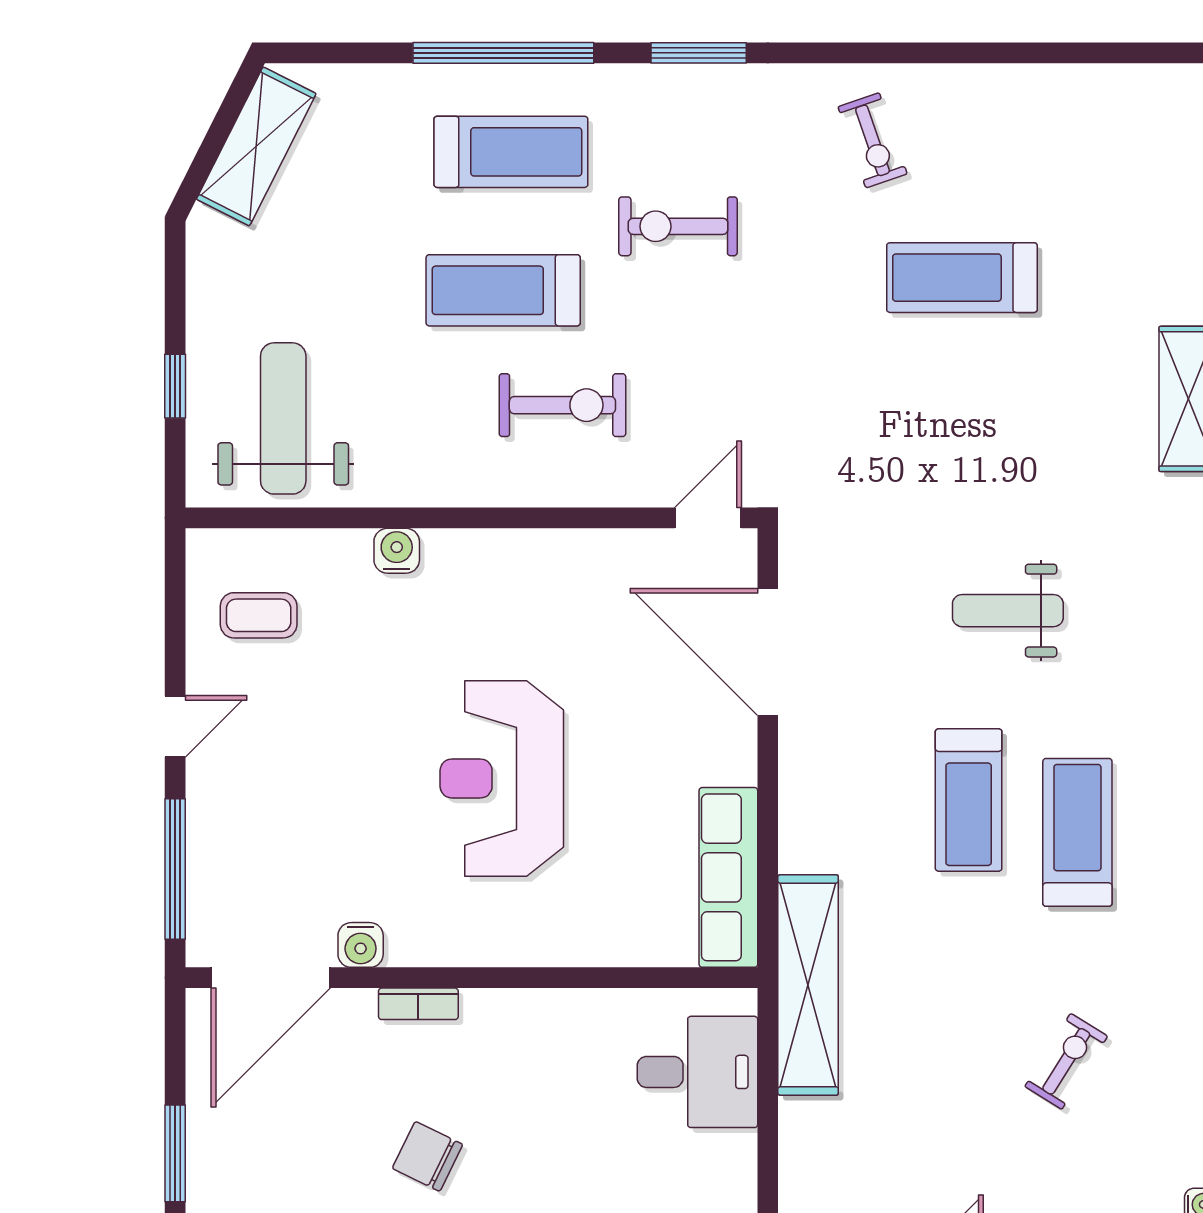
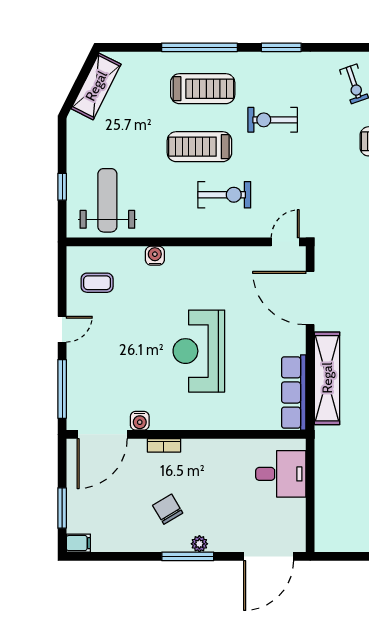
shelving: (808, 985) -> (327, 378), moved
chair: (427, 1156) -> (168, 509), turned 33

